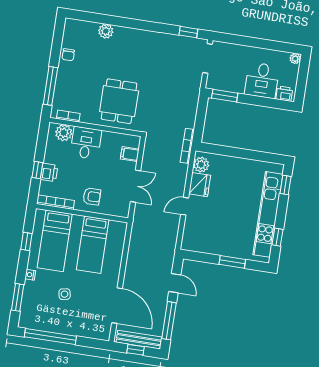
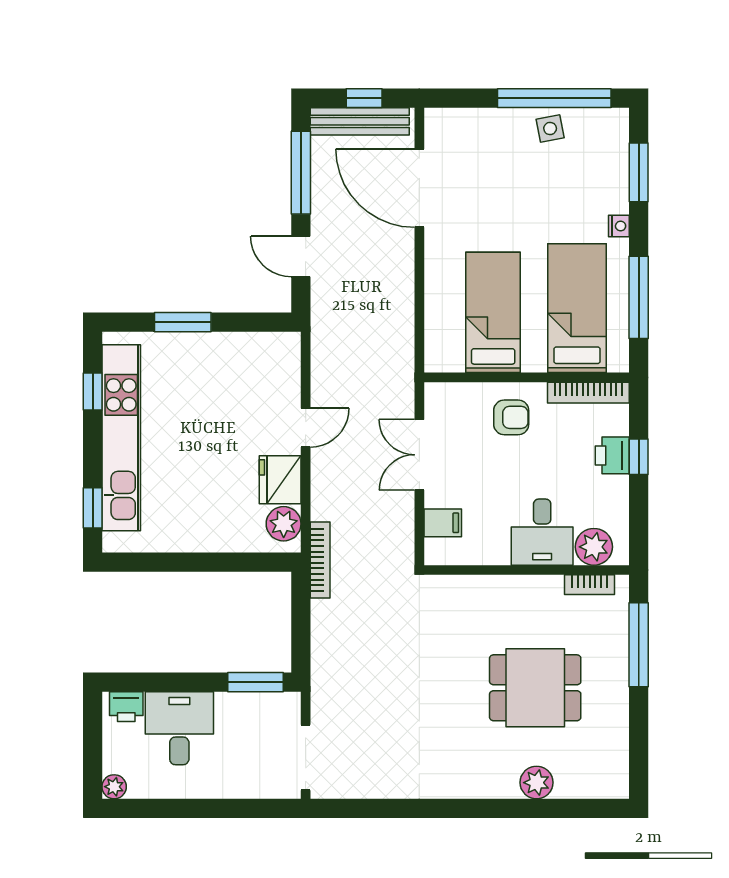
window: (188, 32) -> (356, 808), removed
chair: (68, 55) -> (610, 718), removed
dining table: (119, 101) -> (535, 688), moved, turned 90
armchair: (92, 196) -> (511, 417), turned 180
window: (26, 241) -> (639, 297), width x2.17
side table: (65, 294) -> (550, 128), moved

